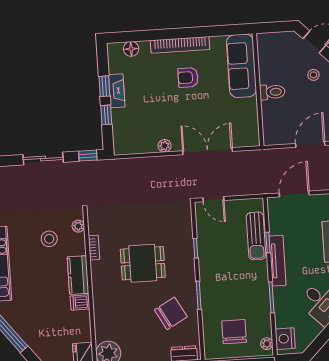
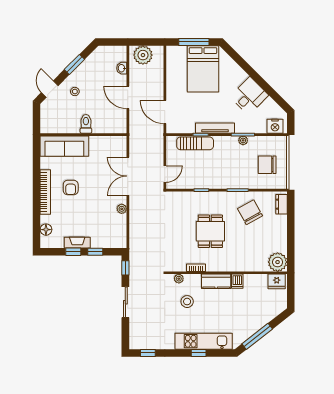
plant: (267, 344) -> (243, 140), moved

